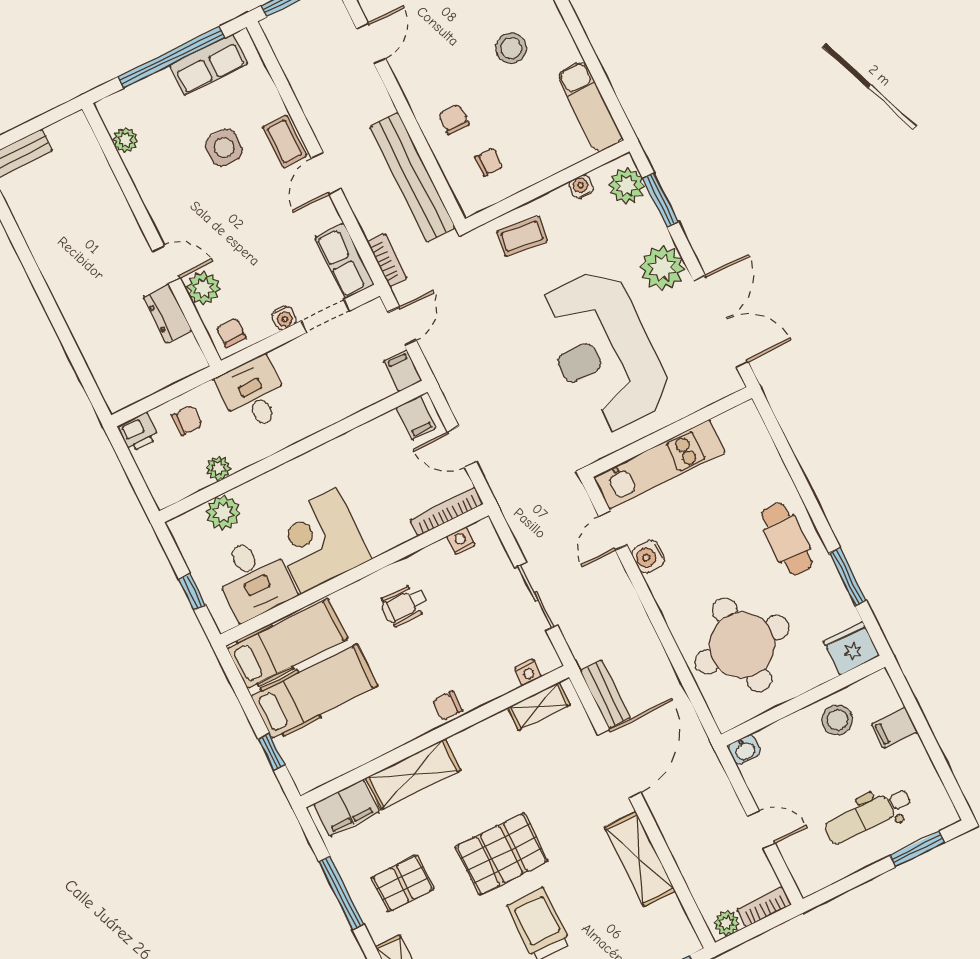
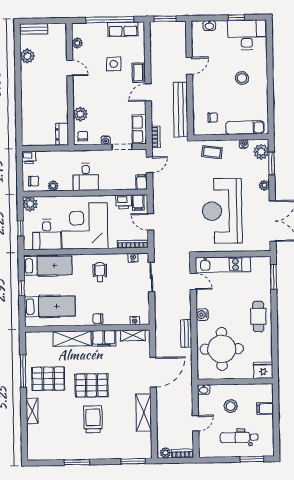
door: (371, 44) -> (189, 66), moved
exam couch: (590, 107) -> (245, 128), moved, turned 90
chair: (454, 119) -> (207, 95), removed
plant: (32, 218) -> (27, 56), added
door: (166, 265) -> (70, 68), moved
plant: (662, 268) -> (264, 185), width x0.53, depth x0.53
dresser: (168, 314) -> (62, 134), moved
desk: (253, 394) -> (86, 177), moved, turned 180
chair: (187, 421) -> (34, 181), moved
printer: (385, 431) -> (124, 202), added
plant: (223, 513) -> (30, 204), moved
door: (613, 530) -> (193, 282), swing flipped
corner desk: (319, 541) -> (85, 226), width x1.36, depth x1.36
water cooler: (648, 557) -> (202, 315), moved
window: (848, 577) -> (274, 277), moved
sliding door: (536, 596) -> (151, 277), moved
wheelchair: (405, 605) -> (100, 272), turned 90
hospital bed: (315, 691) -> (50, 306), moved
bench: (605, 694) -> (186, 333), moved
stool: (837, 720) -> (231, 406), moved
window: (272, 752) -> (22, 288), moved
filing cabinet: (346, 808) -> (104, 338), moved
door: (761, 830) -> (196, 423), hinge flipped
pallet: (403, 883) -> (48, 379), width x1.50, depth x1.42

